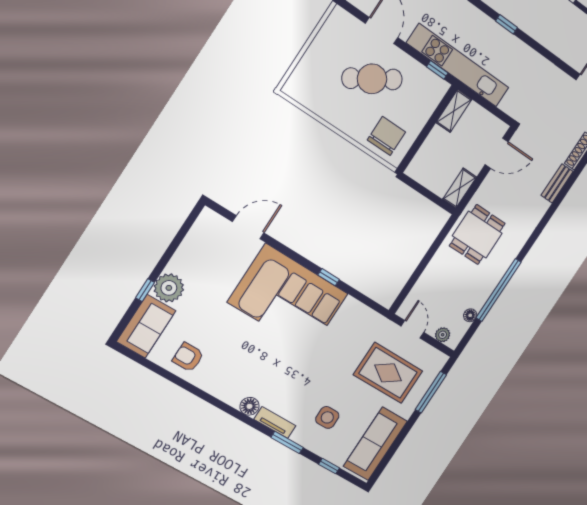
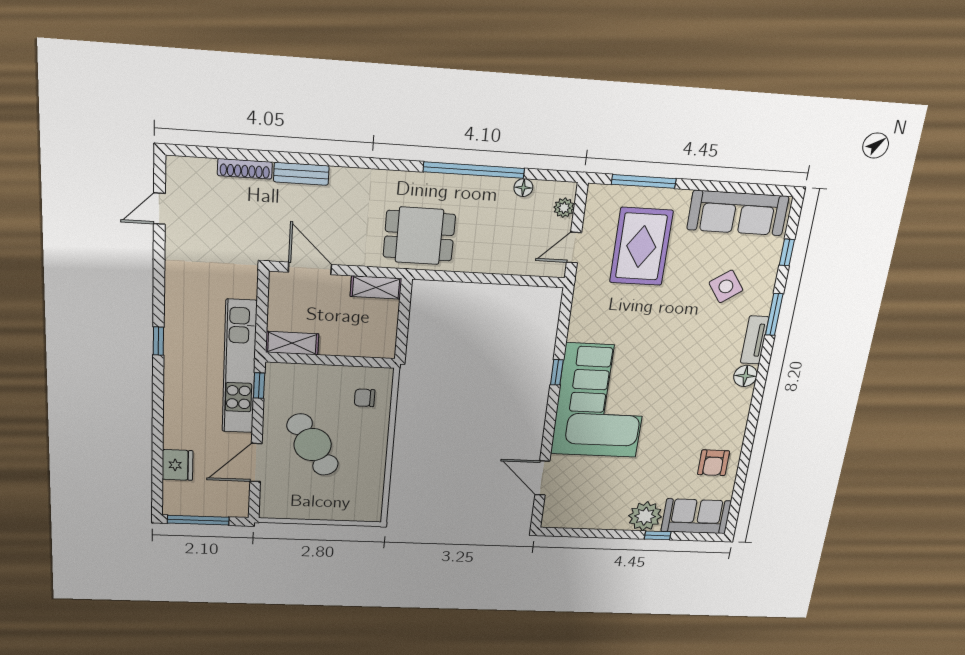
chair: (386, 136) -> (365, 398), width x0.54, depth x0.54
side table: (327, 417) -> (726, 286), turned -35

